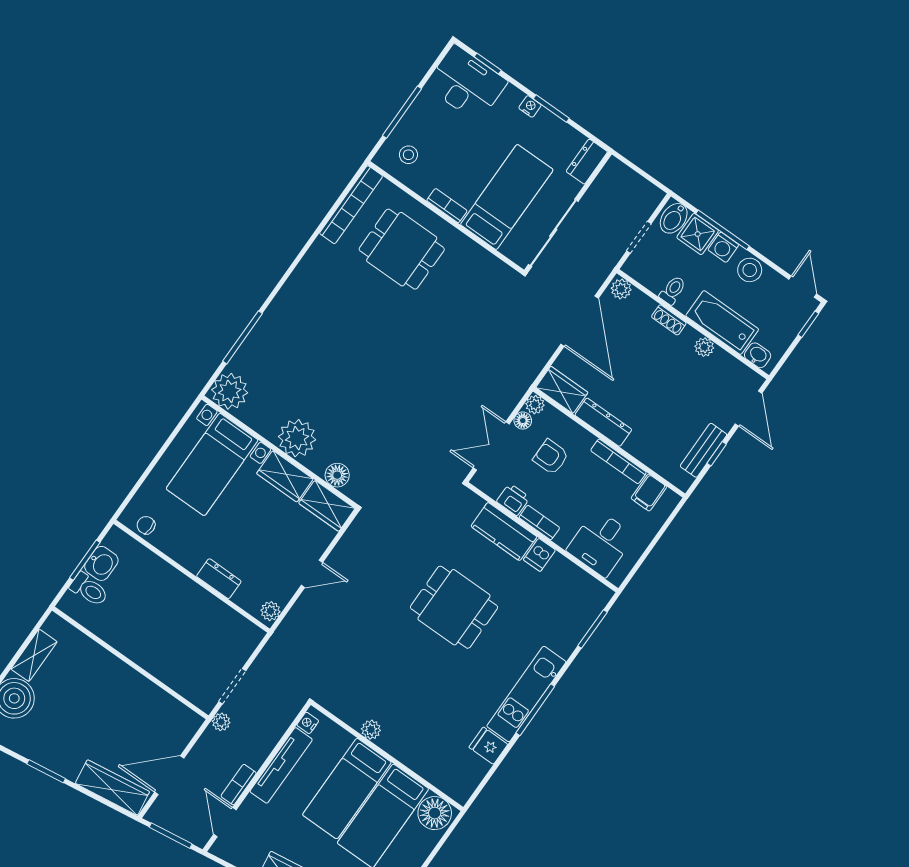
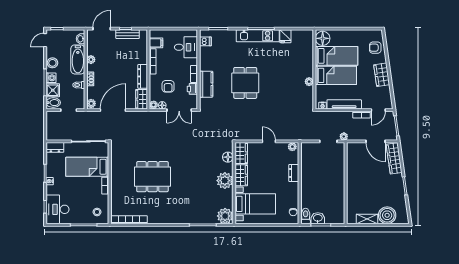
dining table: (402, 249) -> (152, 177), moved, width x1.37
dishwasher: (539, 555) -> (205, 41), moved
toilet: (89, 590) -> (306, 216), moved

